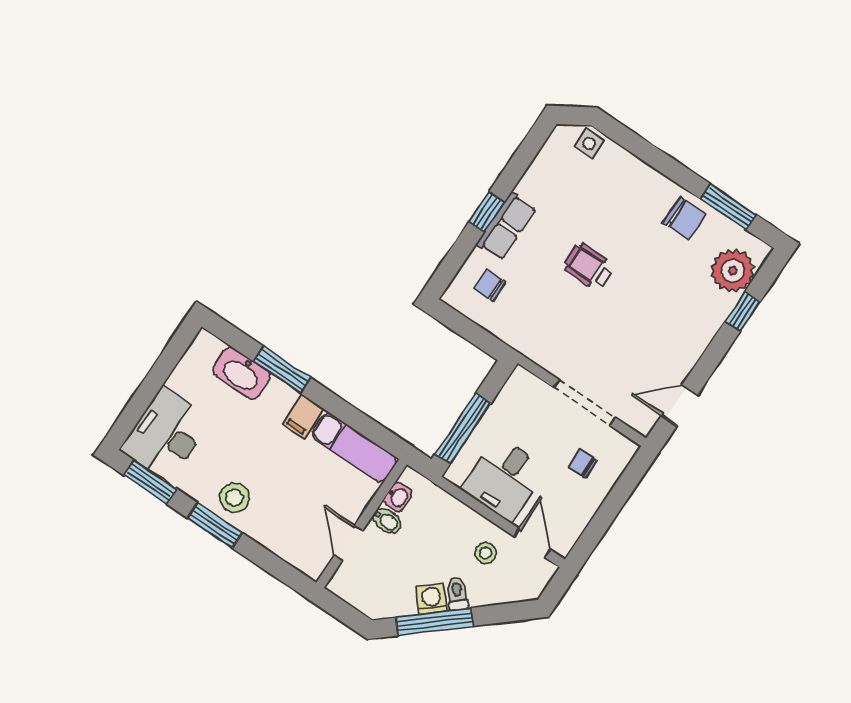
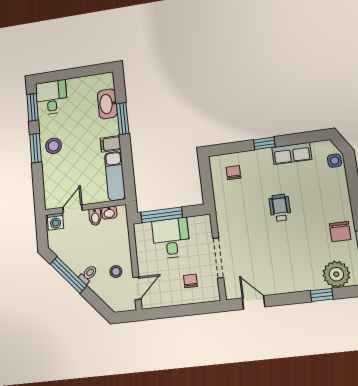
row of seats: (506, 226) -> (292, 153), moved
desk: (166, 435) -> (51, 97), width x0.73
desk: (504, 479) -> (171, 238), moved, turned 90
washing machine: (431, 599) -> (55, 222), moved, turned 131

